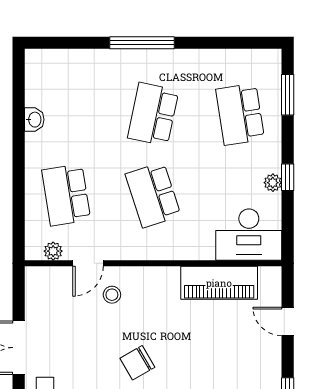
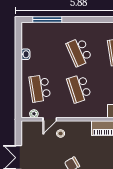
window: (142, 43) -> (47, 20), moved
school desk: (153, 114) -> (79, 52), turned -36

